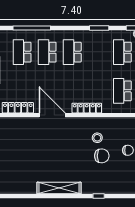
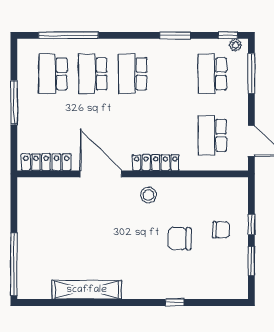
stool: (97, 138) -> (148, 195), moved
chair: (102, 156) -> (180, 239), turned 180
shelving: (59, 188) -> (87, 290), moved

